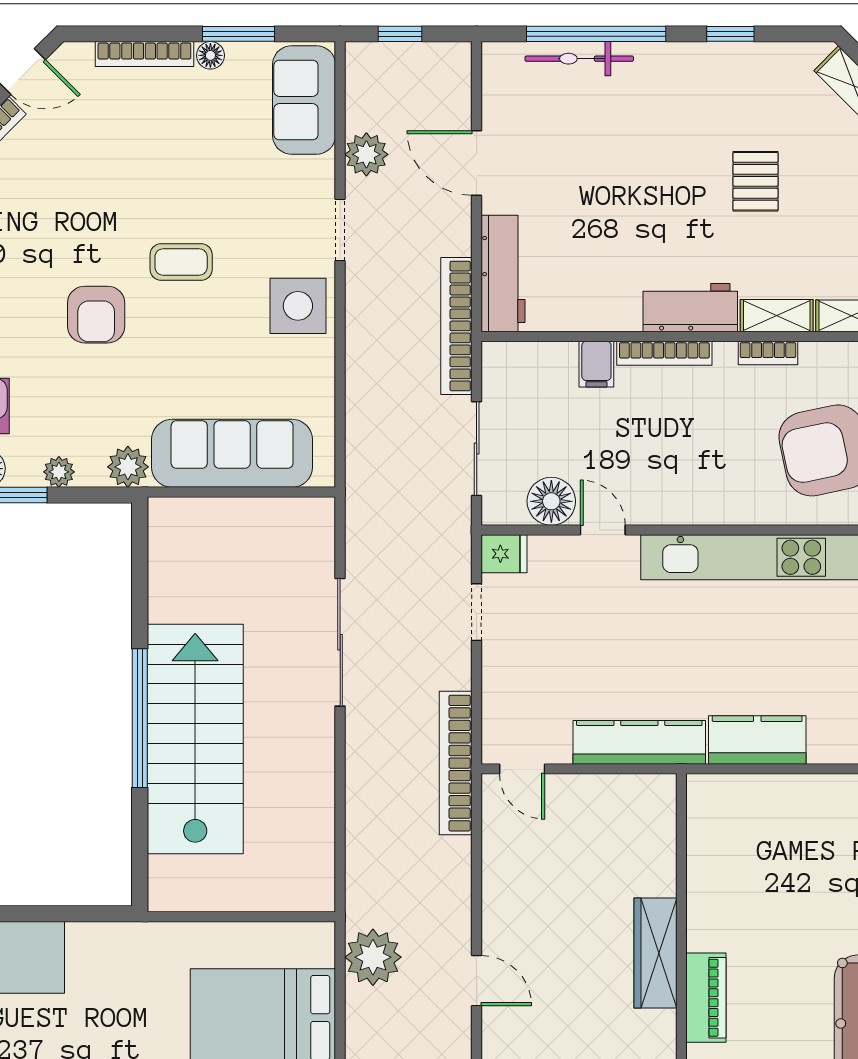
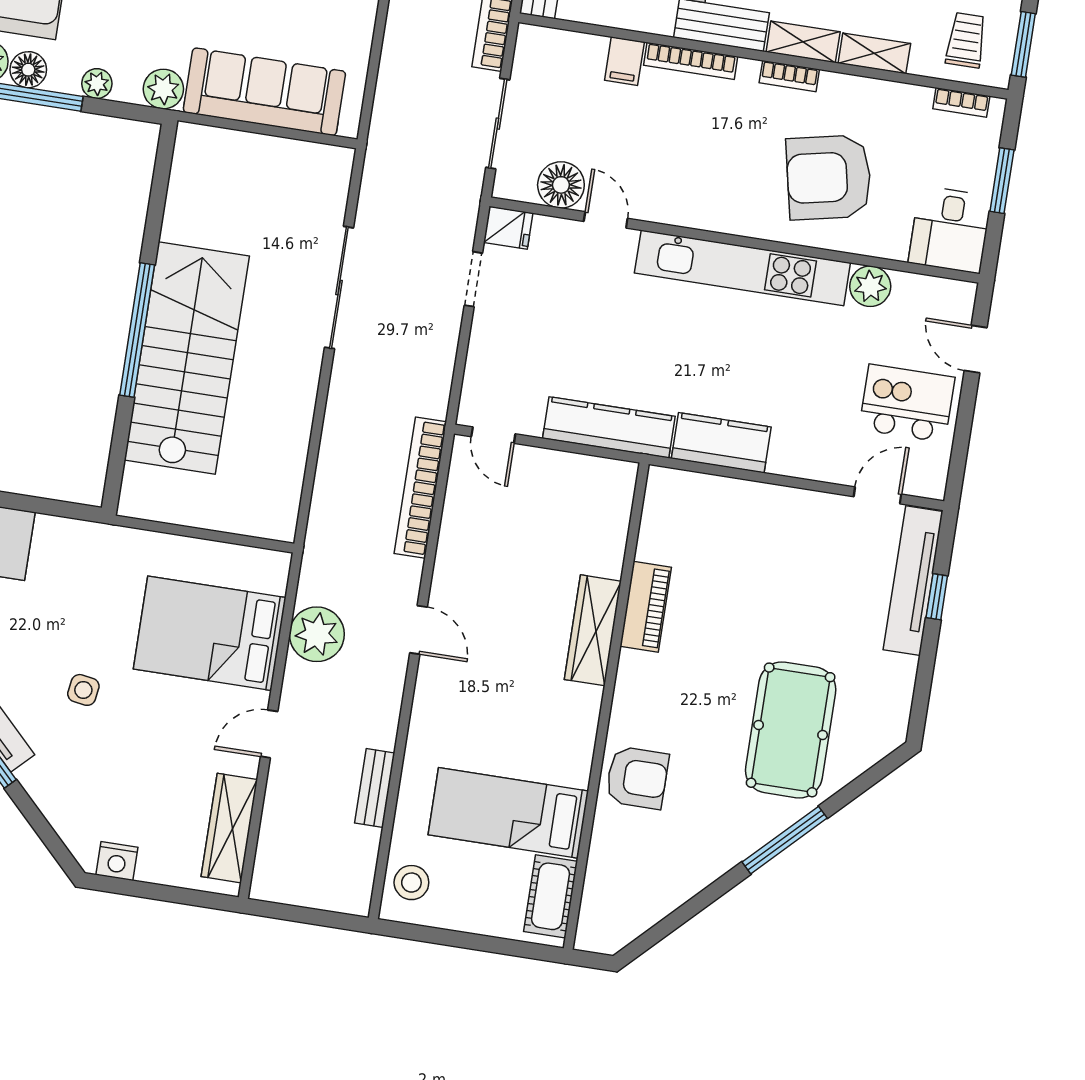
bookcase: (456, 763) -> (420, 488), moved
plant: (373, 957) -> (317, 634), moved
piano: (706, 998) -> (646, 607), moved

